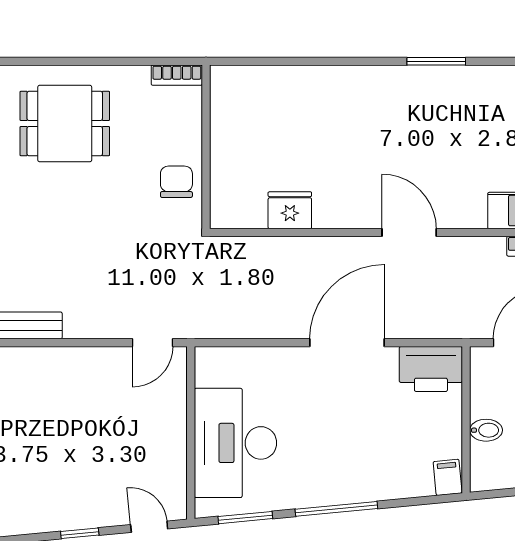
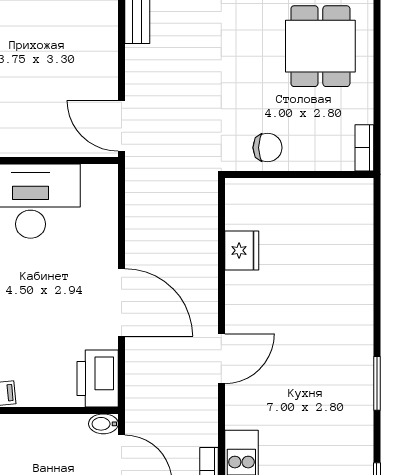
door: (152, 343) -> (122, 126), width x1.38
bidet: (486, 430) -> (103, 424), moved, turned 90

